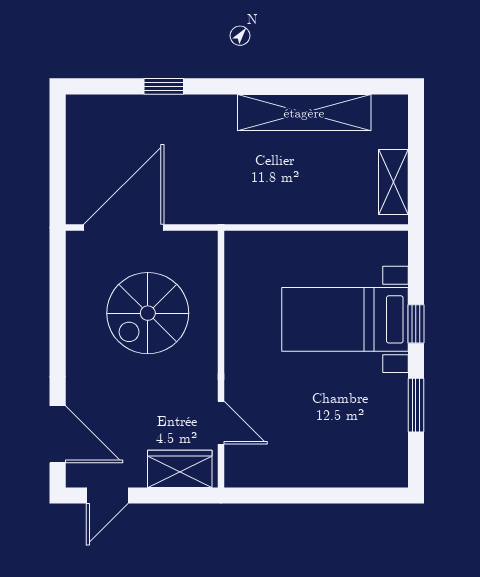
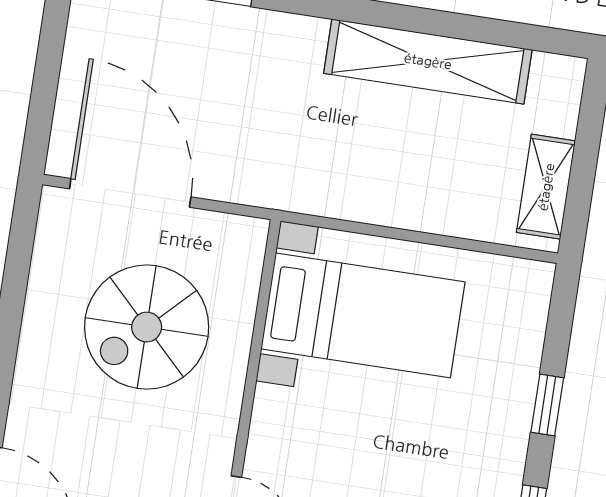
door: (124, 228) -> (130, 193), hinge flipped
bed with nightstands: (345, 319) -> (363, 315), moved, turned 180

